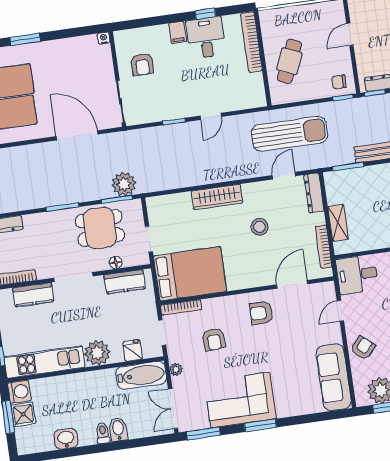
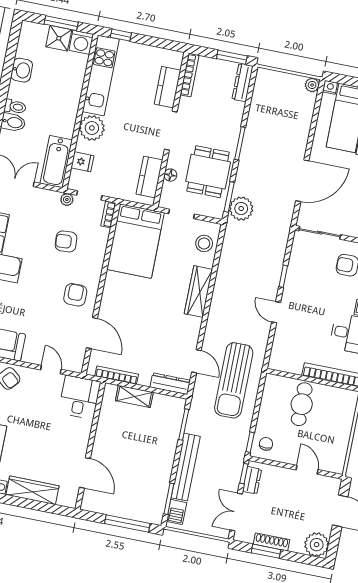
cafe table: (289, 61) -> (302, 404), turned 67
stool: (260, 227) -> (204, 243), moved
bookcase: (181, 307) -> (108, 214), width x0.64
plant: (176, 369) -> (67, 200), moved

